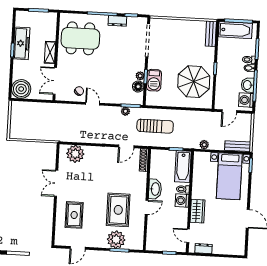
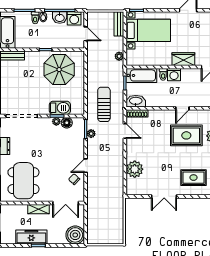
plant: (75, 154) -> (135, 169), moved
washbasin: (155, 189) -> (136, 101), moved
door: (147, 207) -> (182, 108), swing flipped

